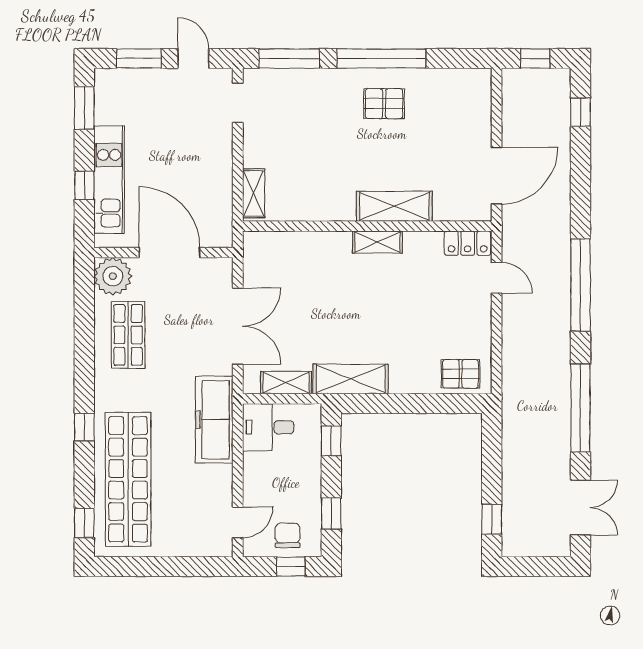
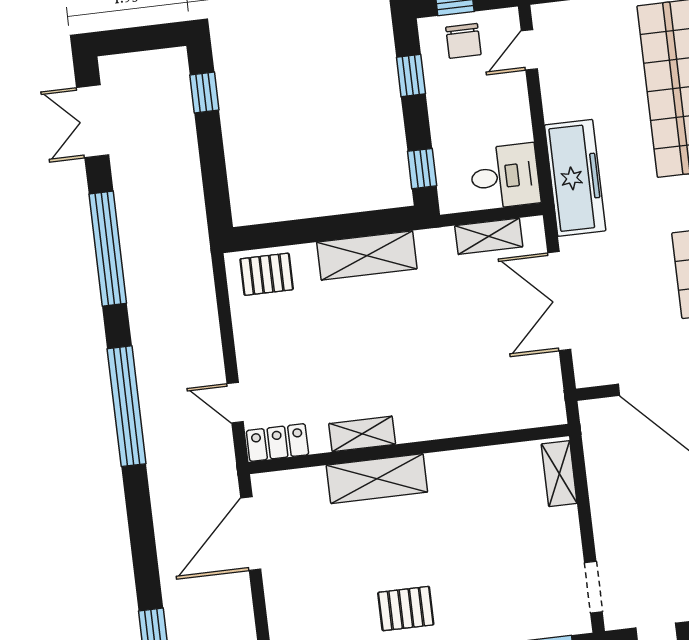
shelving: (378, 242) -> (362, 434), moved
shelving: (351, 379) -> (367, 255), moved

